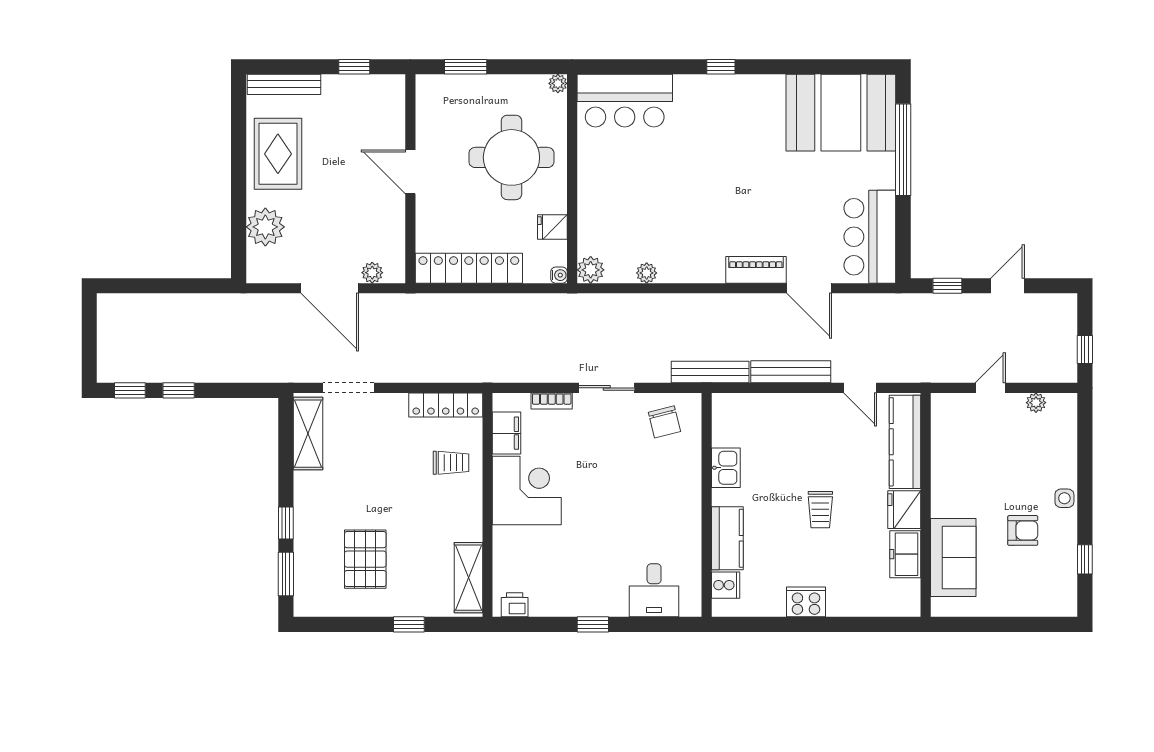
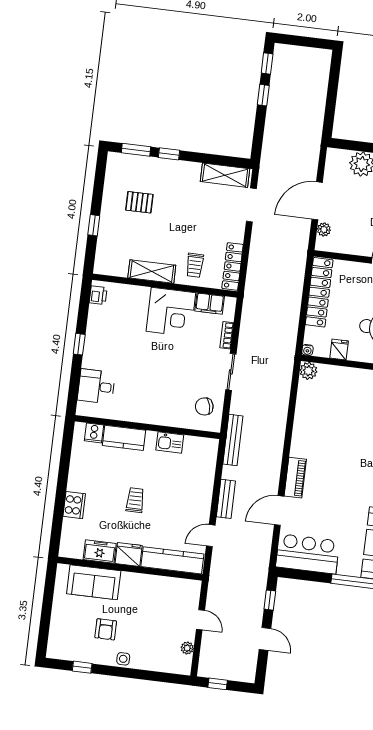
plant: (647, 273) -> (302, 407), removed
bench: (791, 372) -> (226, 499), width x0.73
trolley: (820, 510) -> (135, 500), turned 90
pallet: (365, 559) -> (139, 202), width x0.67, depth x0.71
shelving: (468, 578) -> (152, 271), moved
cooker: (806, 602) -> (74, 505), moved

